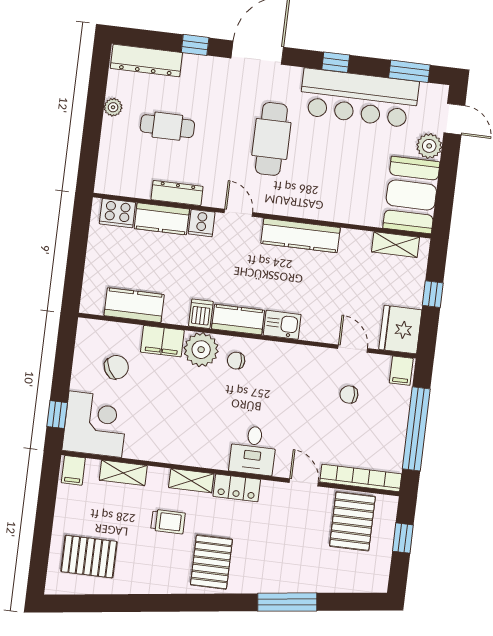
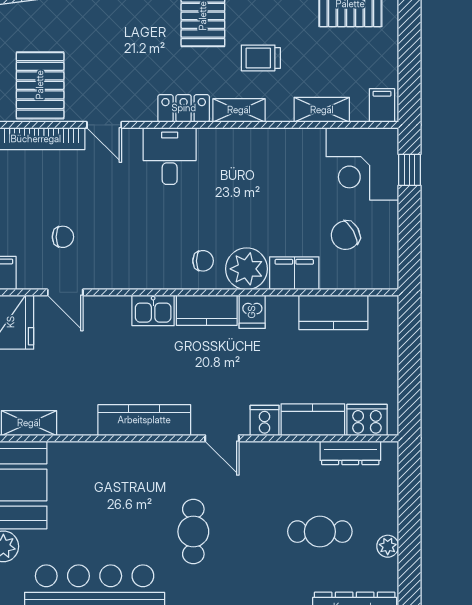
cafe table: (271, 139) -> (193, 532), width x0.73, depth x0.74
dresser: (177, 193) -> (350, 453), moved

